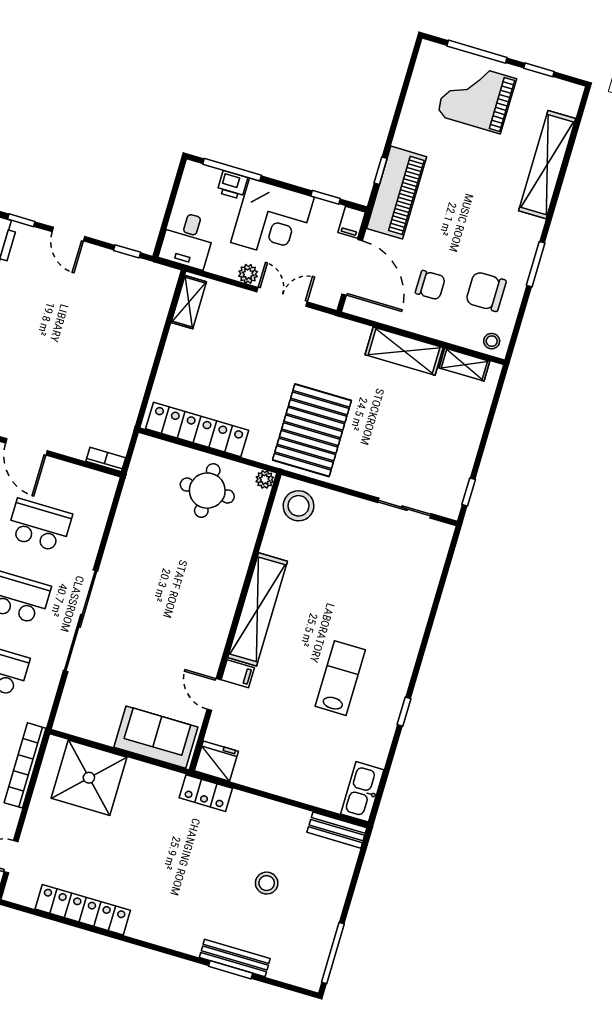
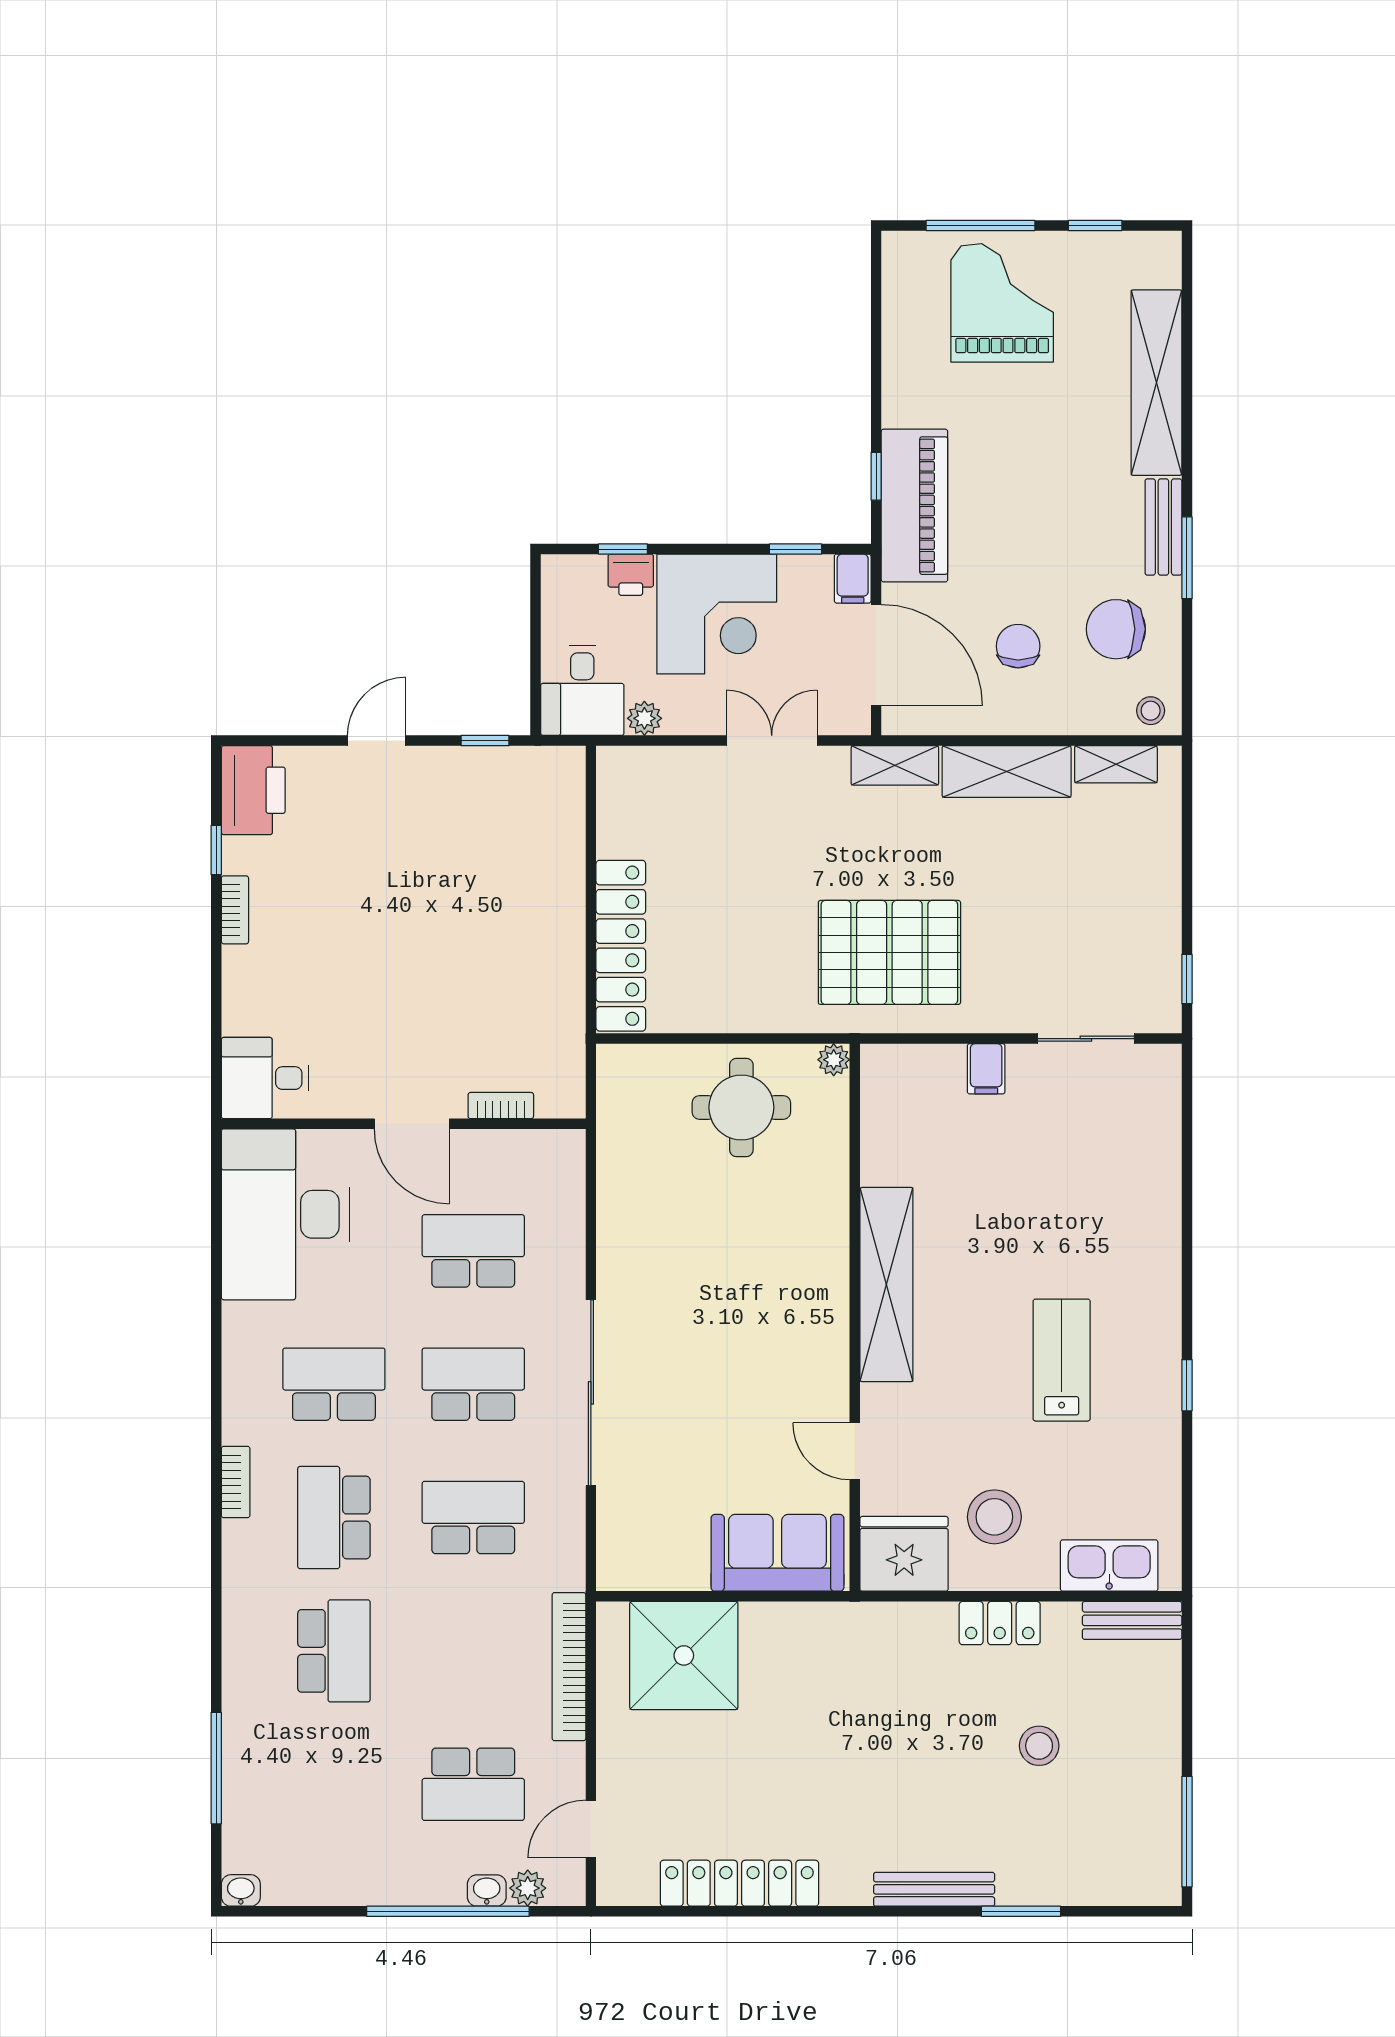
grand piano: (476, 97) -> (1002, 303), turned 90
window: (232, 170) -> (623, 549), width x0.46
window: (21, 220) -> (289, 741), removed
door: (68, 234) -> (377, 741), swing flipped
bench: (528, 244) -> (1163, 527), added
plant: (248, 274) -> (644, 718), moved
chair: (430, 285) -> (1018, 646), turned -90
shelving: (189, 302) -> (895, 765), moved, turned 90
locker: (197, 429) -> (621, 946), moved, turned 90
pallet: (312, 430) -> (889, 952), turned 90
bookcase: (106, 460) -> (501, 1106), moved
stool: (299, 506) -> (994, 1517), moved
filing cabinet: (238, 674) -> (986, 1069), moved, turned 90
fridge: (216, 761) -> (904, 1554), width x1.36, depth x1.34
kitchen sink: (362, 792) -> (1109, 1566), moved, turned 90
locker: (206, 793) -> (1000, 1623), moved
bench: (235, 958) -> (934, 1889), moved

